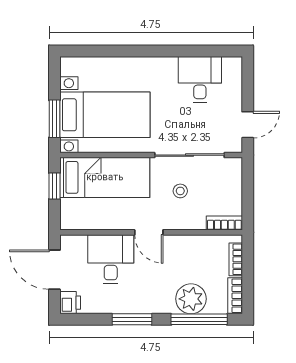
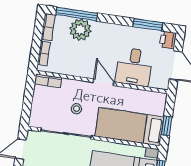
window: (132, 319) -> (148, 25), moved

